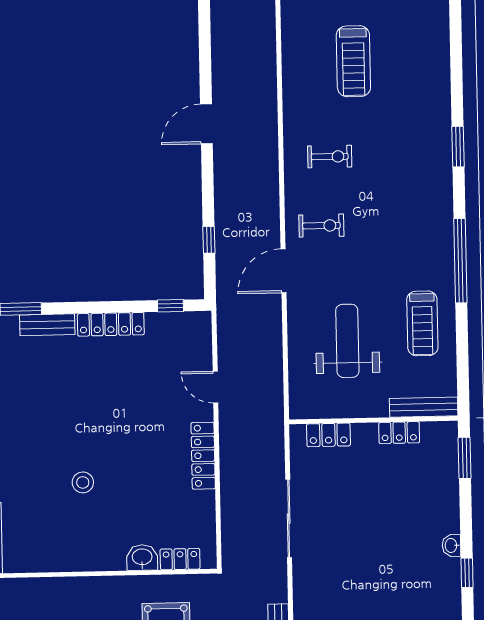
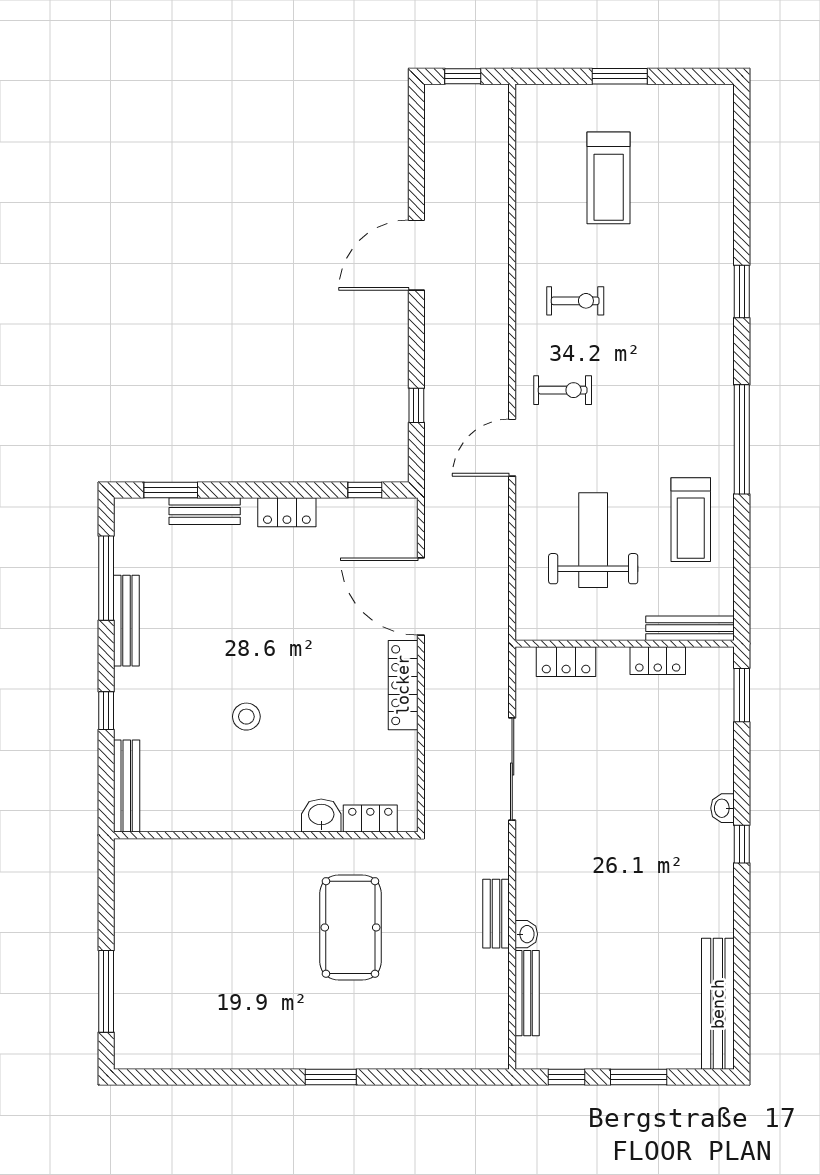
door: (206, 124) -> (416, 255), width x1.36
locker: (111, 324) -> (287, 512), width x0.66
door: (215, 387) -> (421, 597), width x1.88

